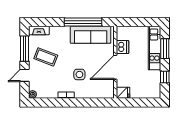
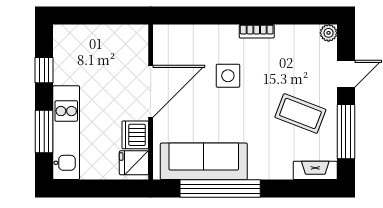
fridge: (123, 93) -> (134, 163), moved

